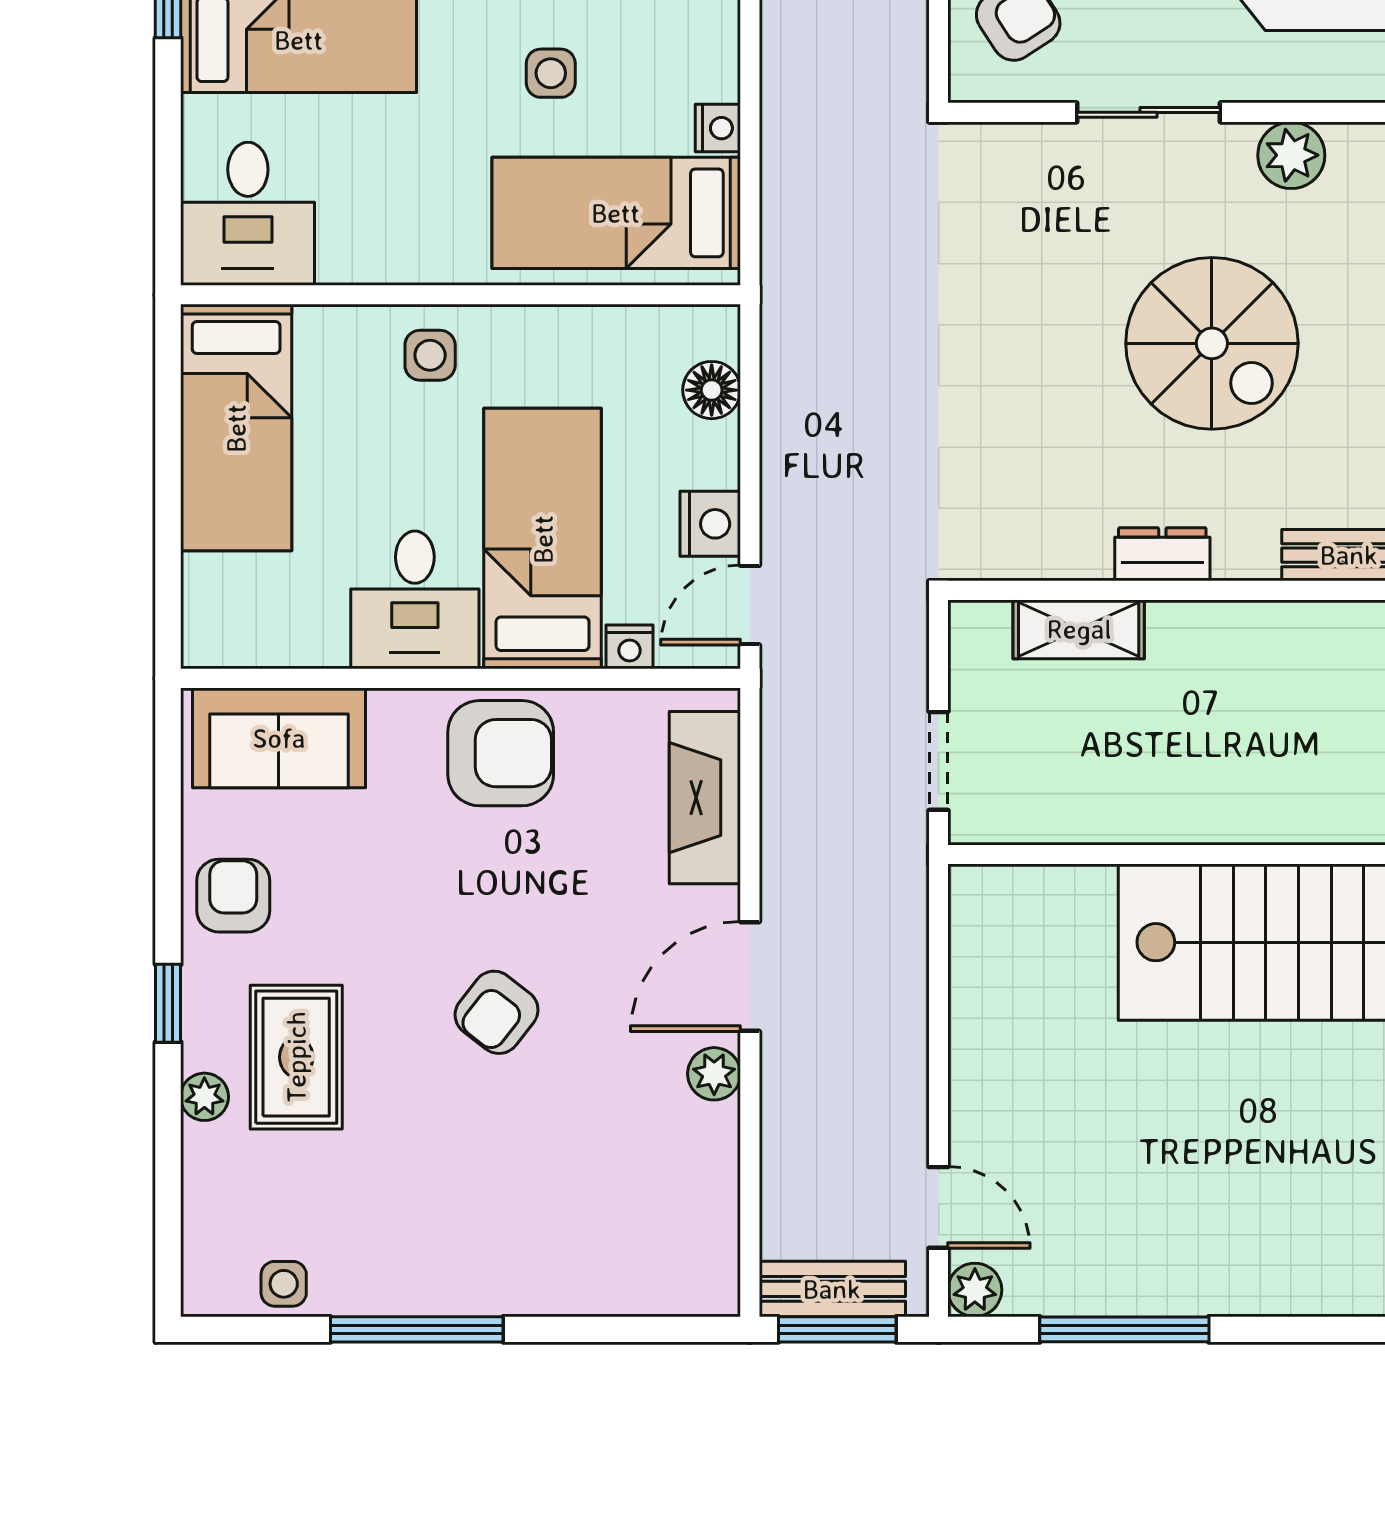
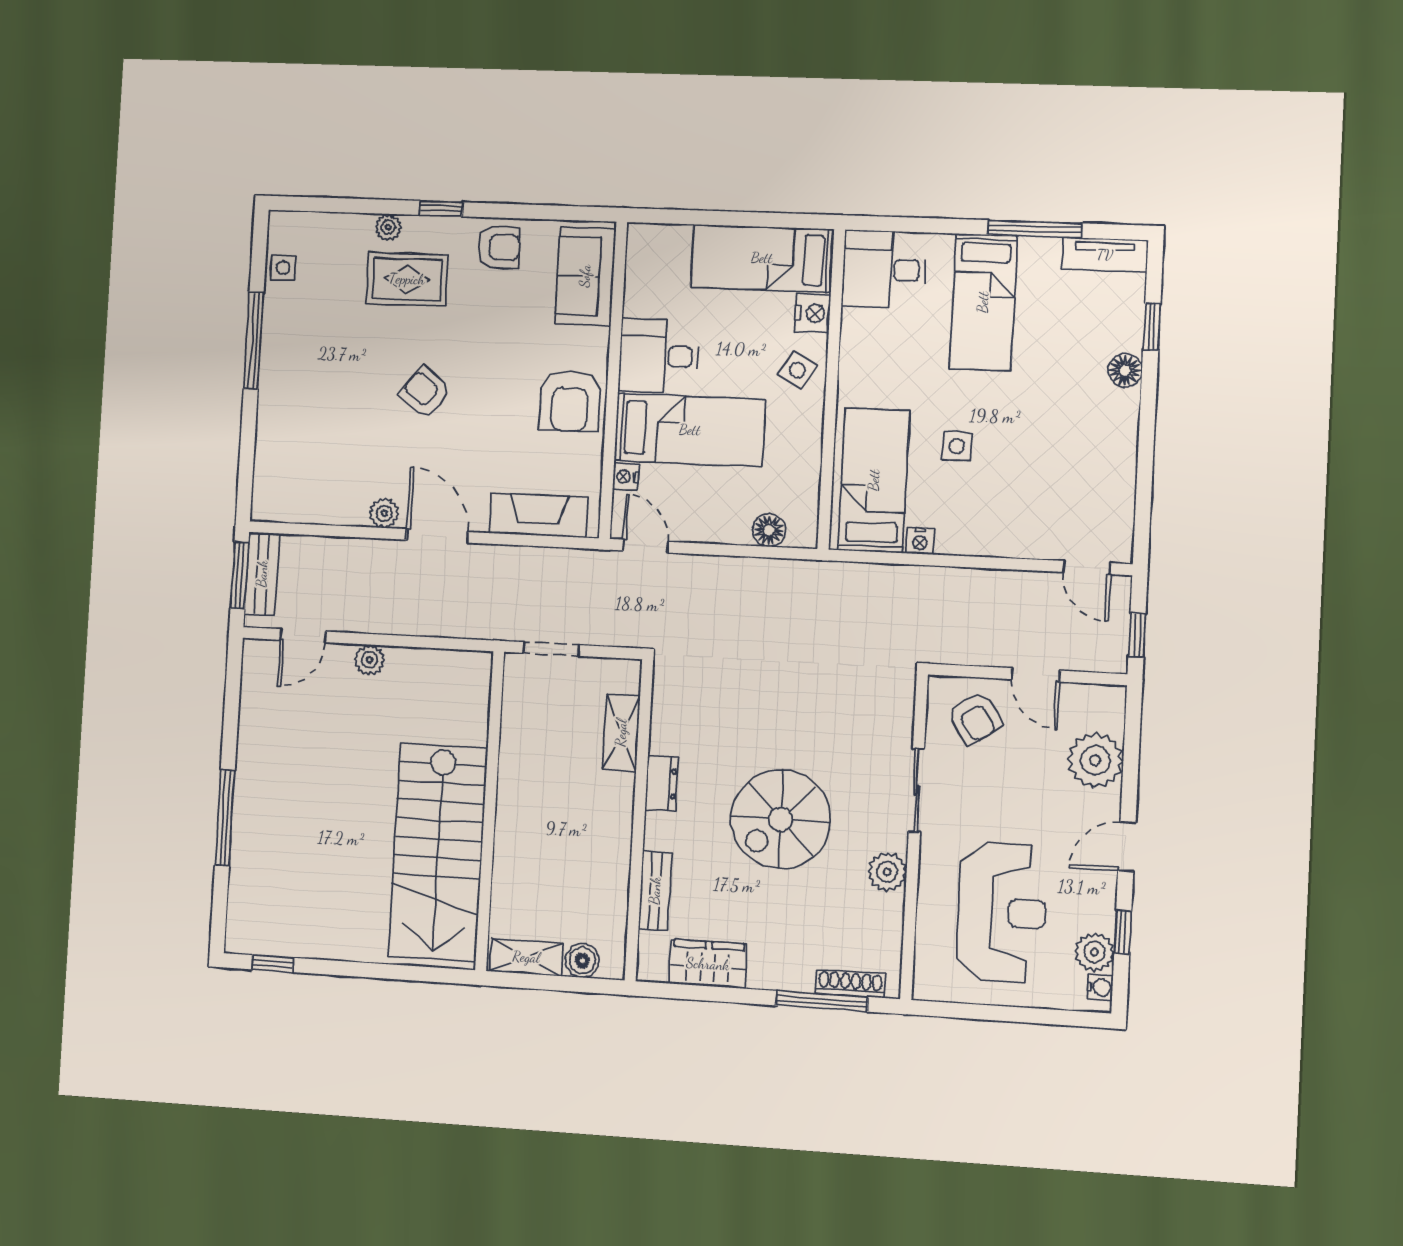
side table: (430, 355) -> (798, 370), turned 31
nightstand: (710, 524) -> (813, 313), moved, turned -90
plant: (975, 1290) -> (369, 660), moved
window: (1124, 1329) -> (225, 818), moved

